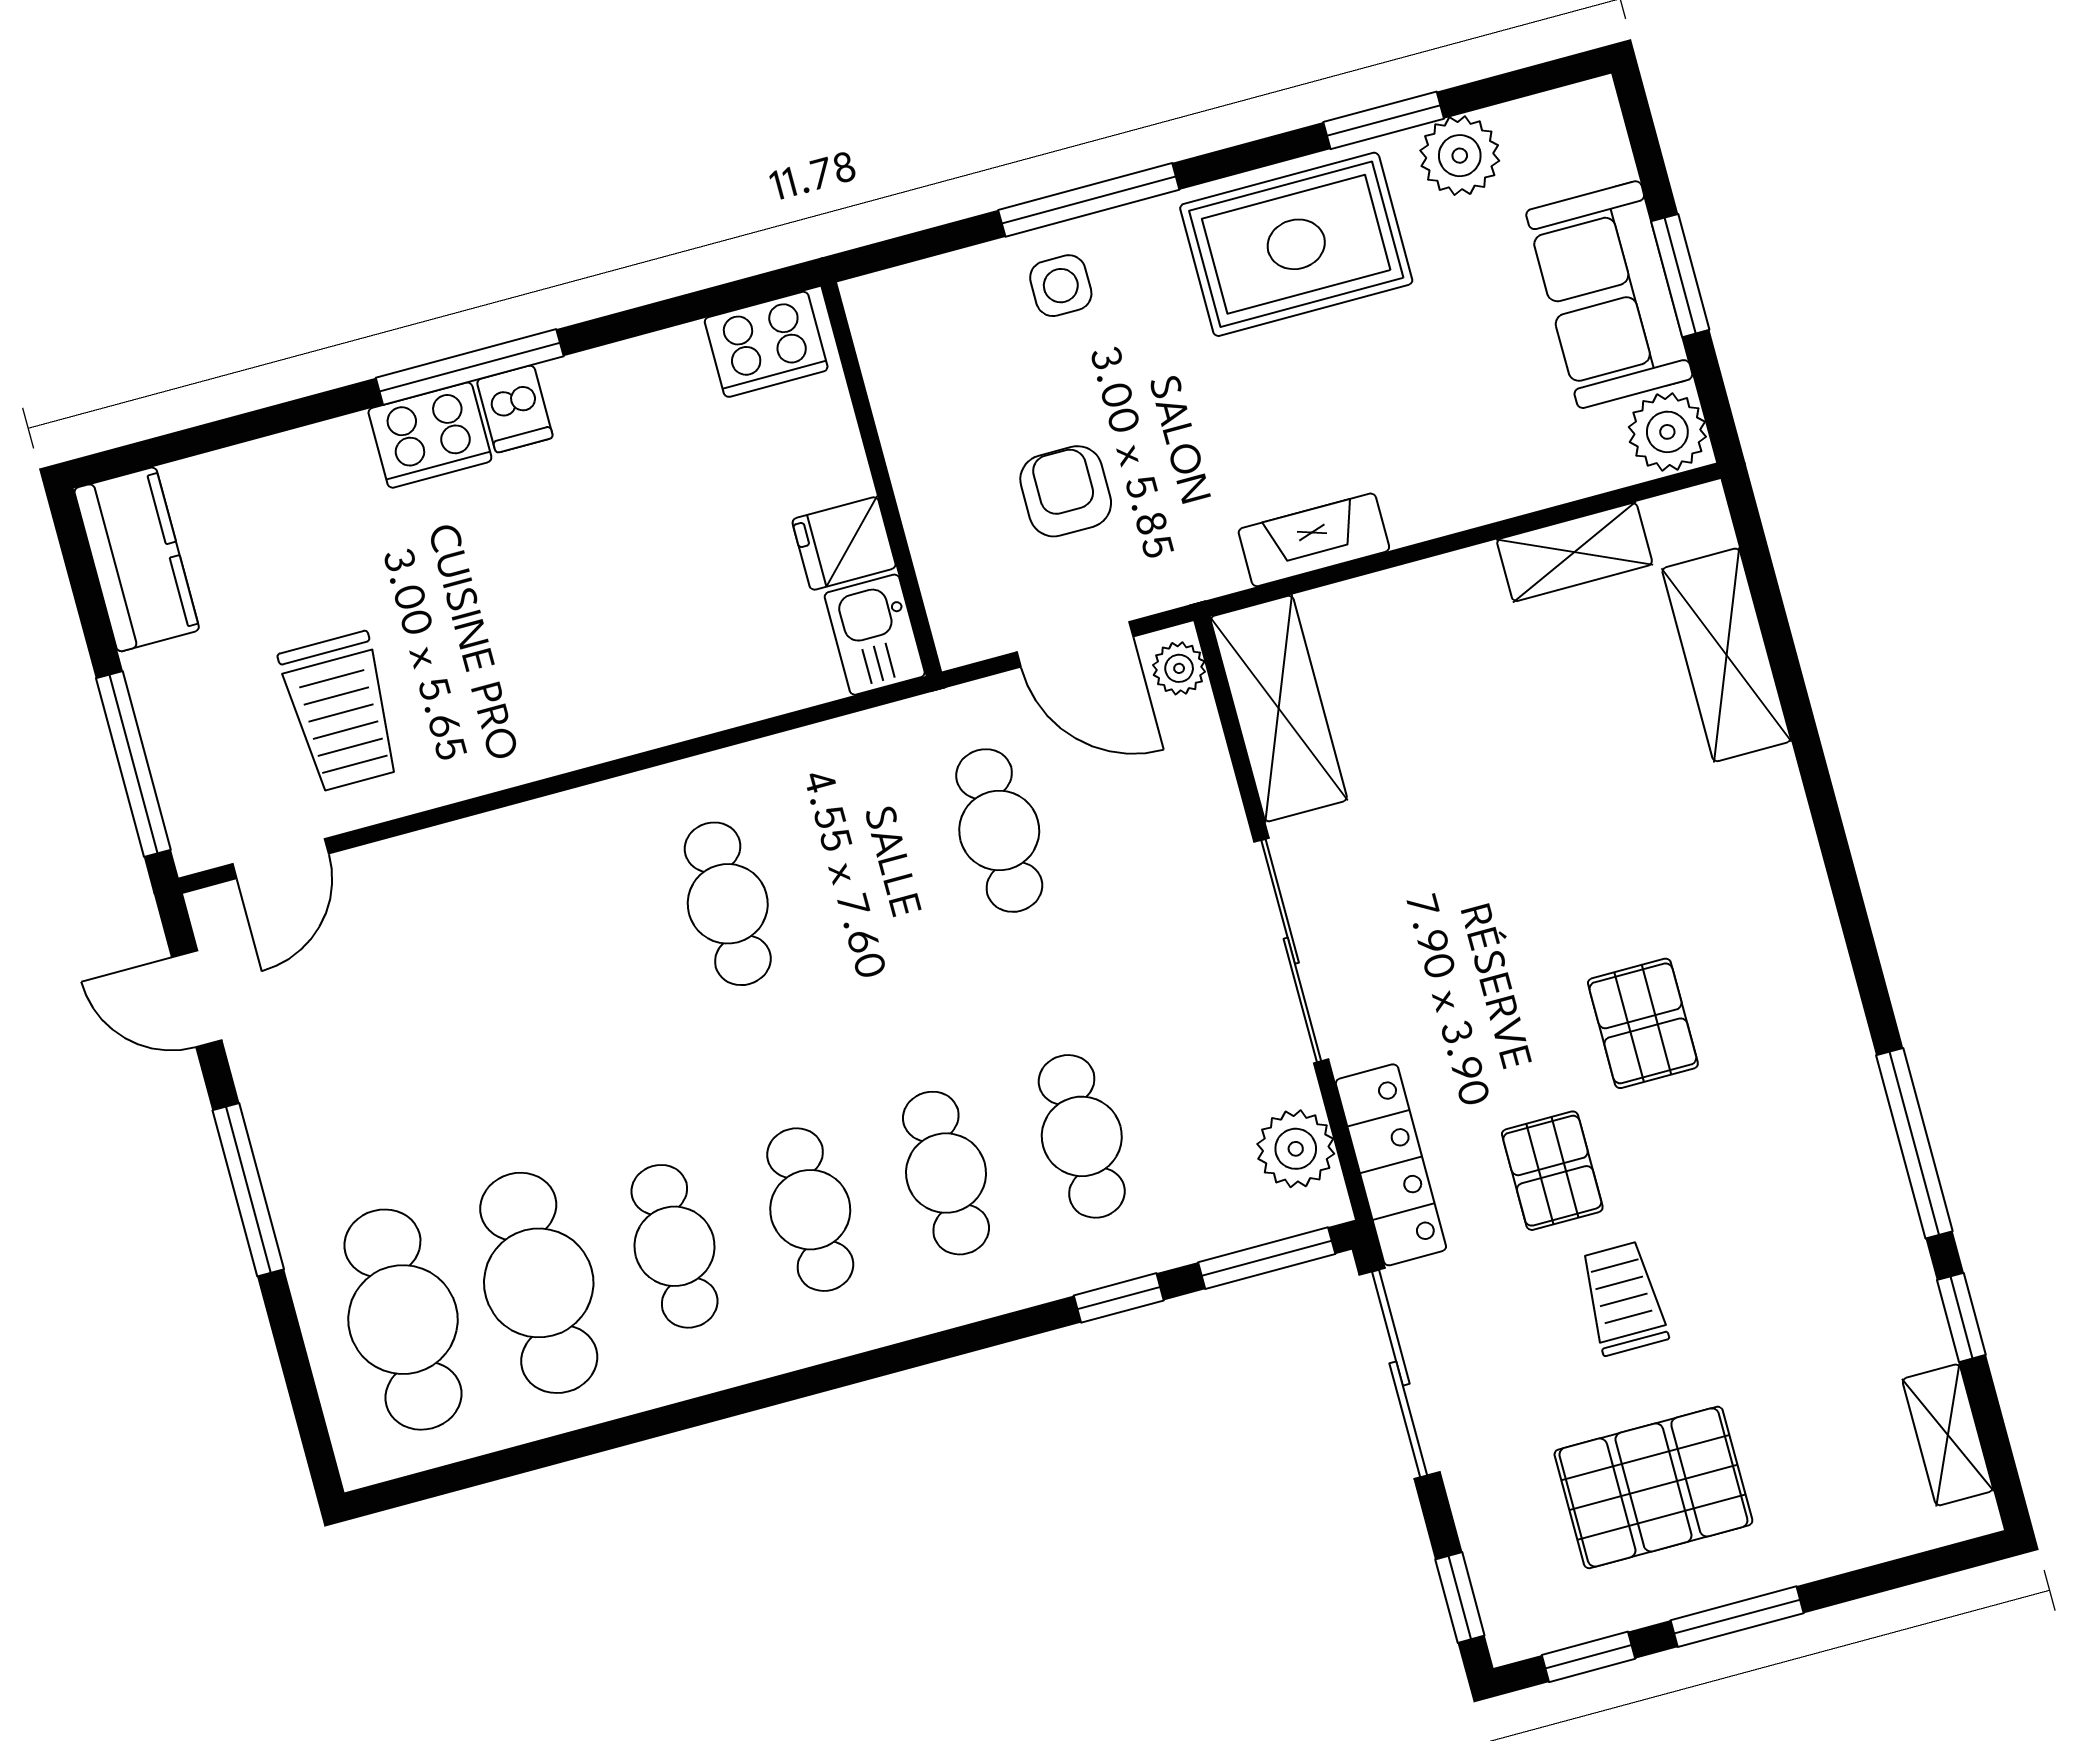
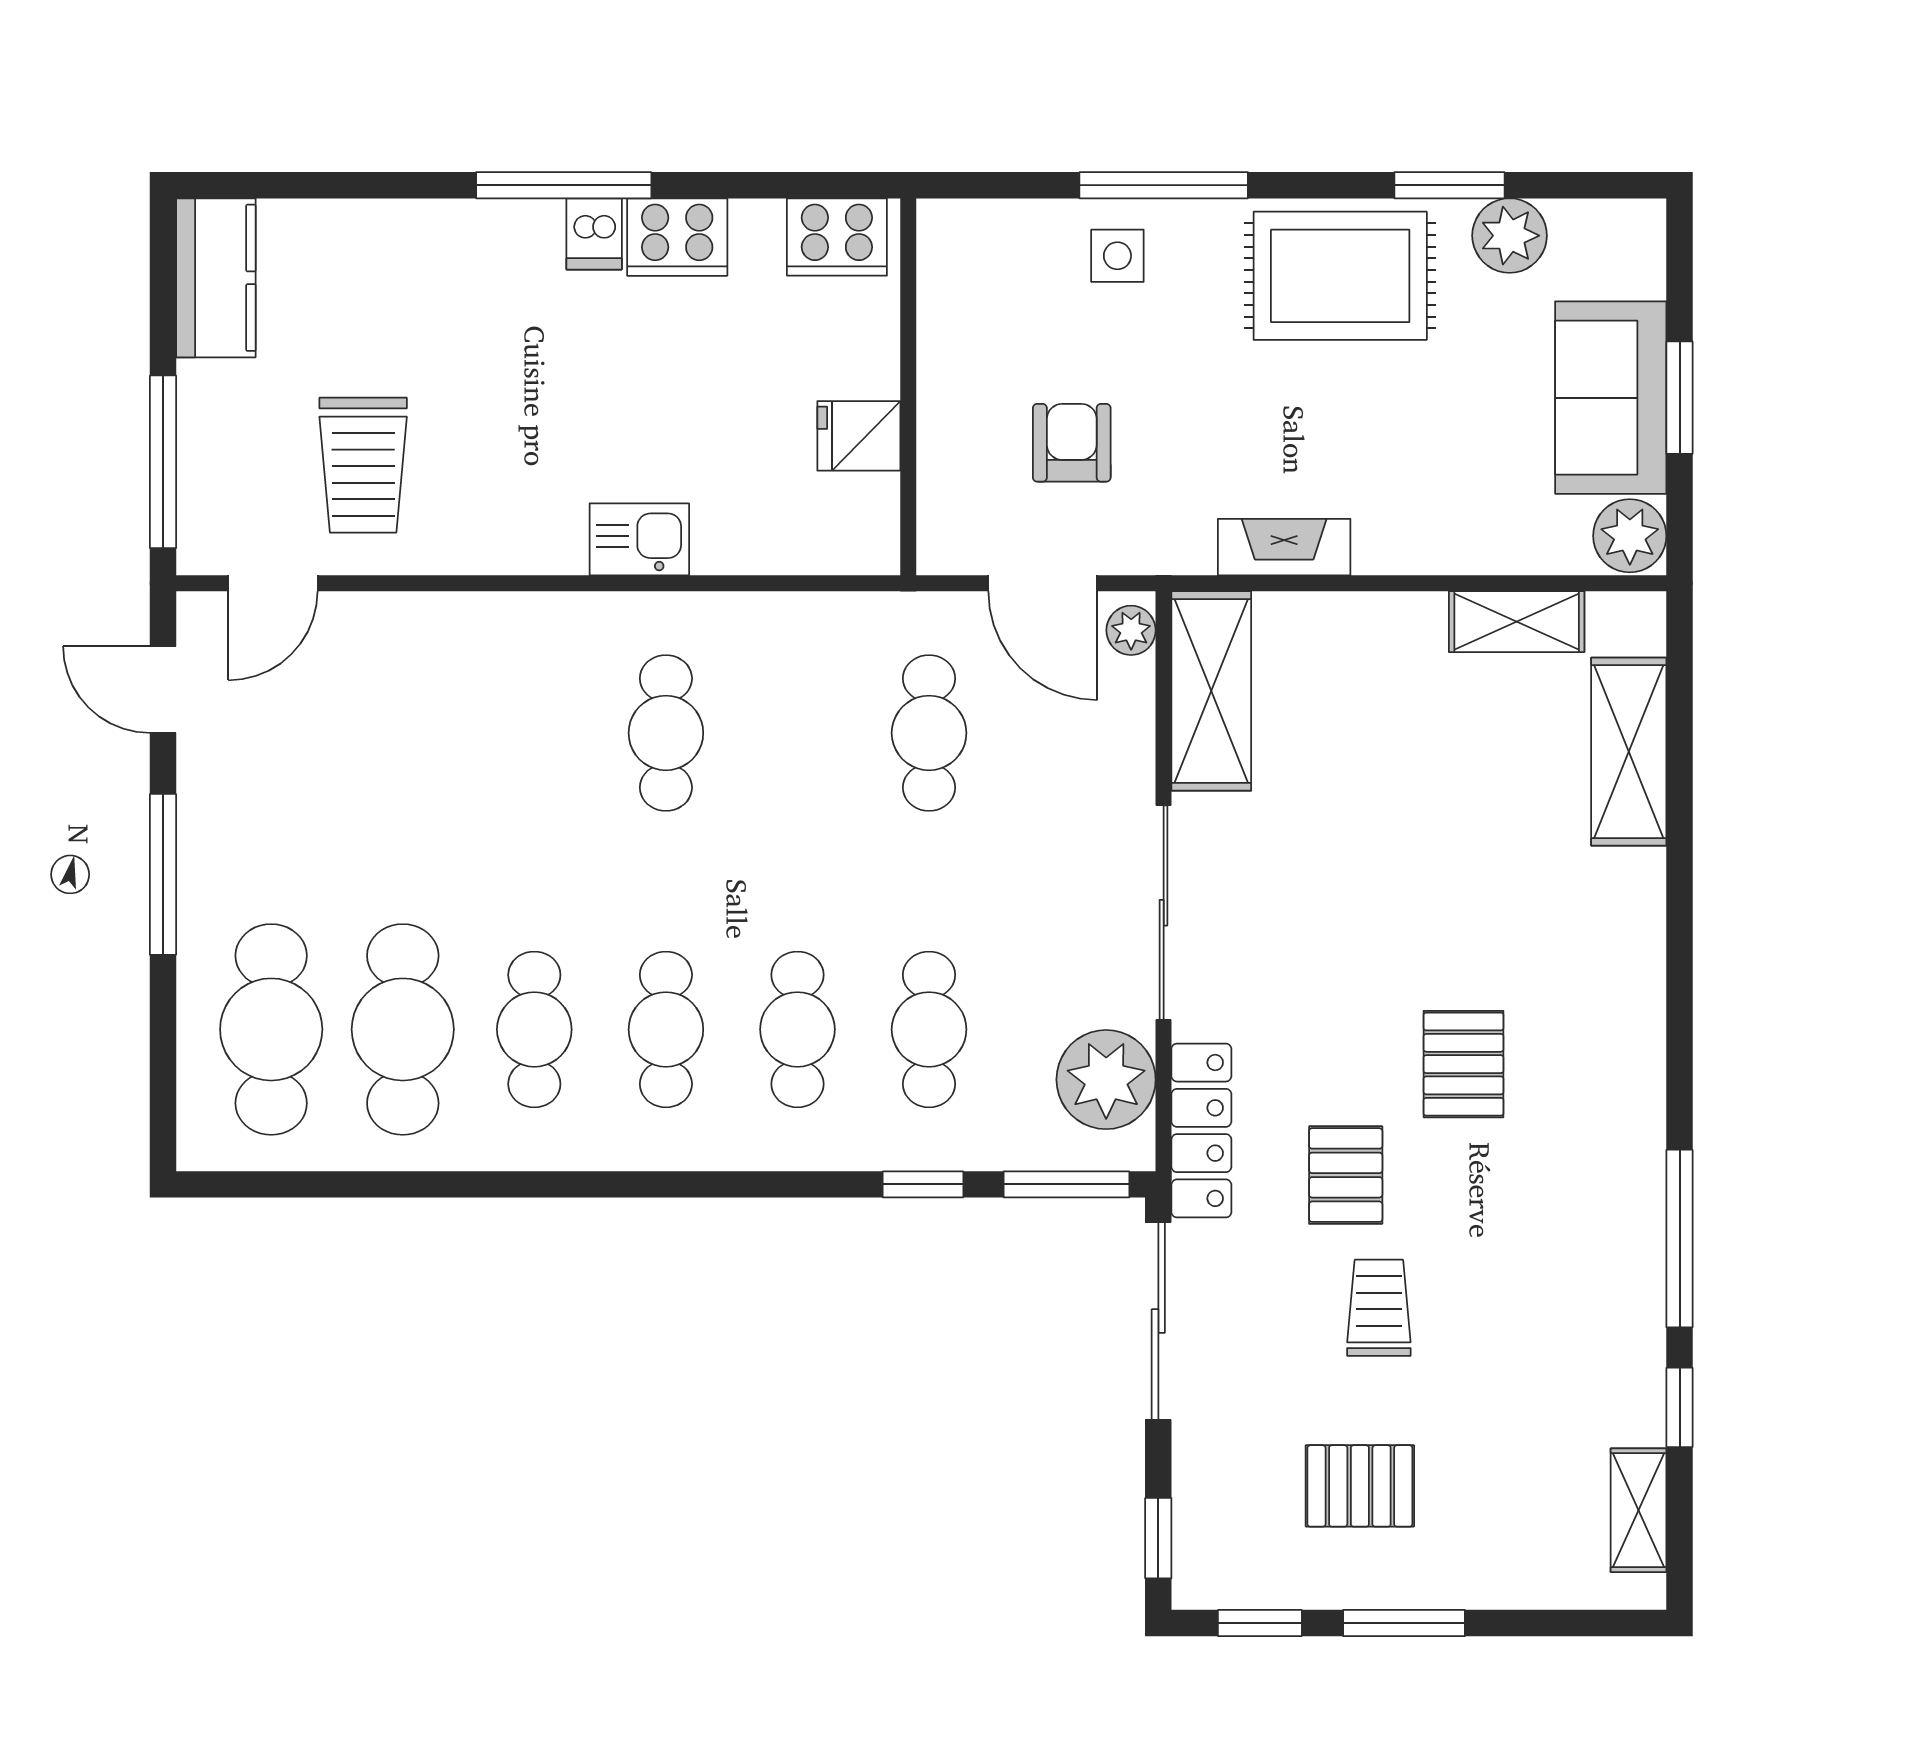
cooker: (430, 435) -> (677, 237), moved
kitchen sink: (875, 635) -> (639, 539), moved, turned 90
plant: (1296, 1149) -> (1106, 1080), width x1.36, depth x1.36
pallet: (1653, 1487) -> (1360, 1486), width x0.67, depth x0.71

